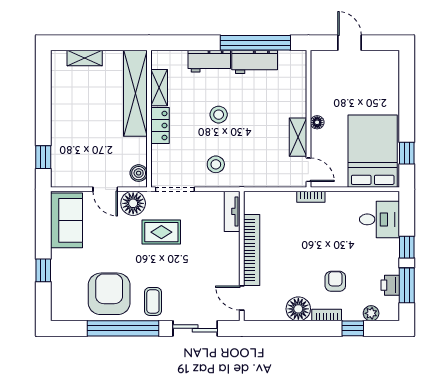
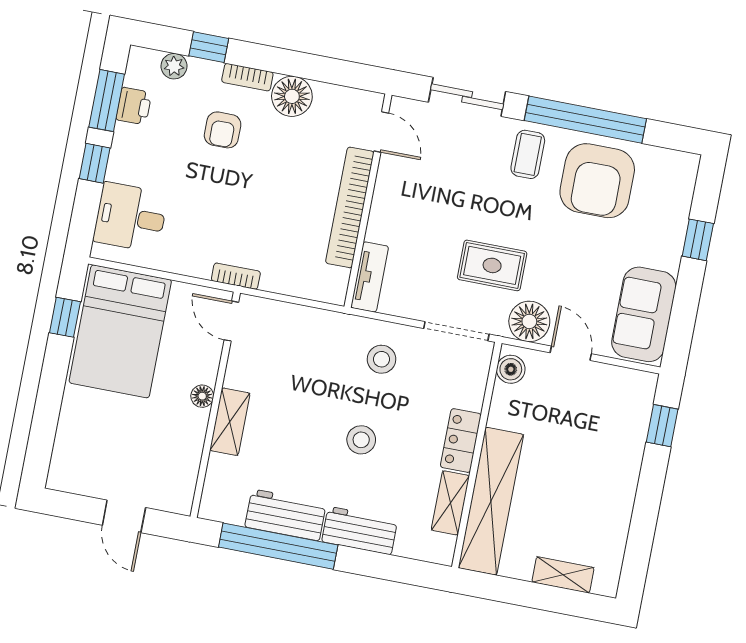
shelving: (298, 137) -> (230, 422), moved

